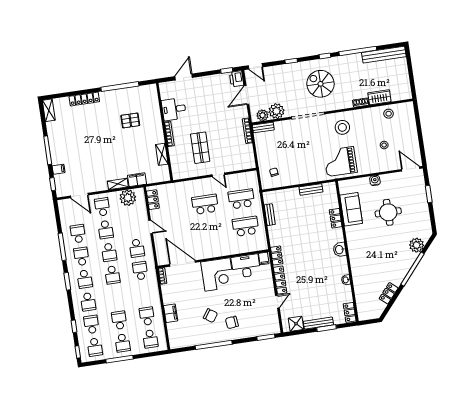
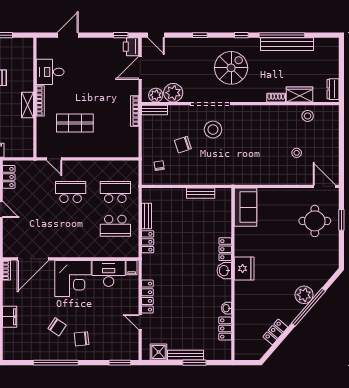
bench: (384, 55) -> (287, 44), moved
spiral stairs: (320, 84) -> (231, 68), turned 90
dresser: (406, 89) -> (333, 89), added
stool: (342, 127) -> (213, 130), moved
shop shelf: (200, 148) -> (75, 123), turned 90
chair: (291, 152) -> (183, 145), added
shelving: (162, 154) -> (28, 105), moved
grand piano: (340, 161) -> (241, 165), removed
door: (218, 175) -> (54, 159), moved
water cooler: (375, 180) -> (279, 194), removed
sofa: (351, 209) -> (245, 207), moved
round table: (388, 212) -> (315, 221), moved
locker: (336, 218) -> (225, 249), moved
school desk: (246, 226) -> (115, 226), turned 180
fridge: (355, 245) -> (244, 268), added
plant: (417, 245) -> (304, 295), moved
locker: (277, 255) -> (148, 242), moved
door: (182, 263) -> (33, 259), swing flipped
door: (277, 302) -> (140, 322), swing flipped
locker: (350, 312) -> (225, 328), moved

